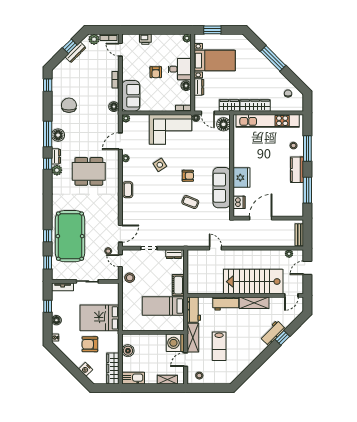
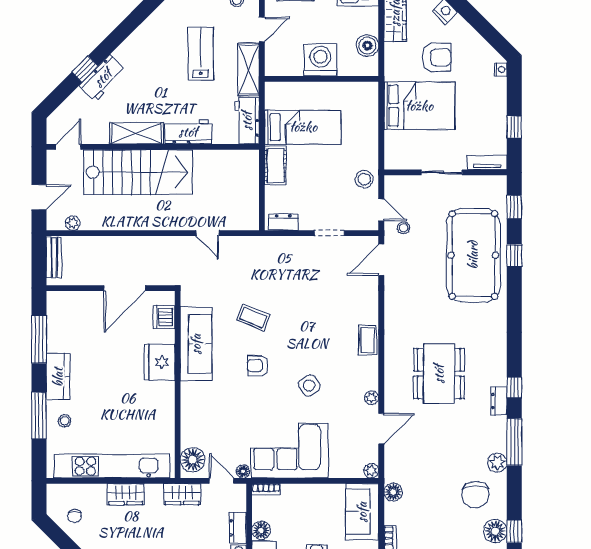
wardrobe: (255, 105) -> (126, 494), width x0.67
floor lamp: (58, 135) -> (495, 531), moved
plant: (57, 170) -> (497, 463), moved
dining table: (89, 171) -> (439, 374), turned 90
floor lamp: (56, 320) -> (498, 101), removed
washing machine: (175, 343) -> (320, 60), moved, turned -90

